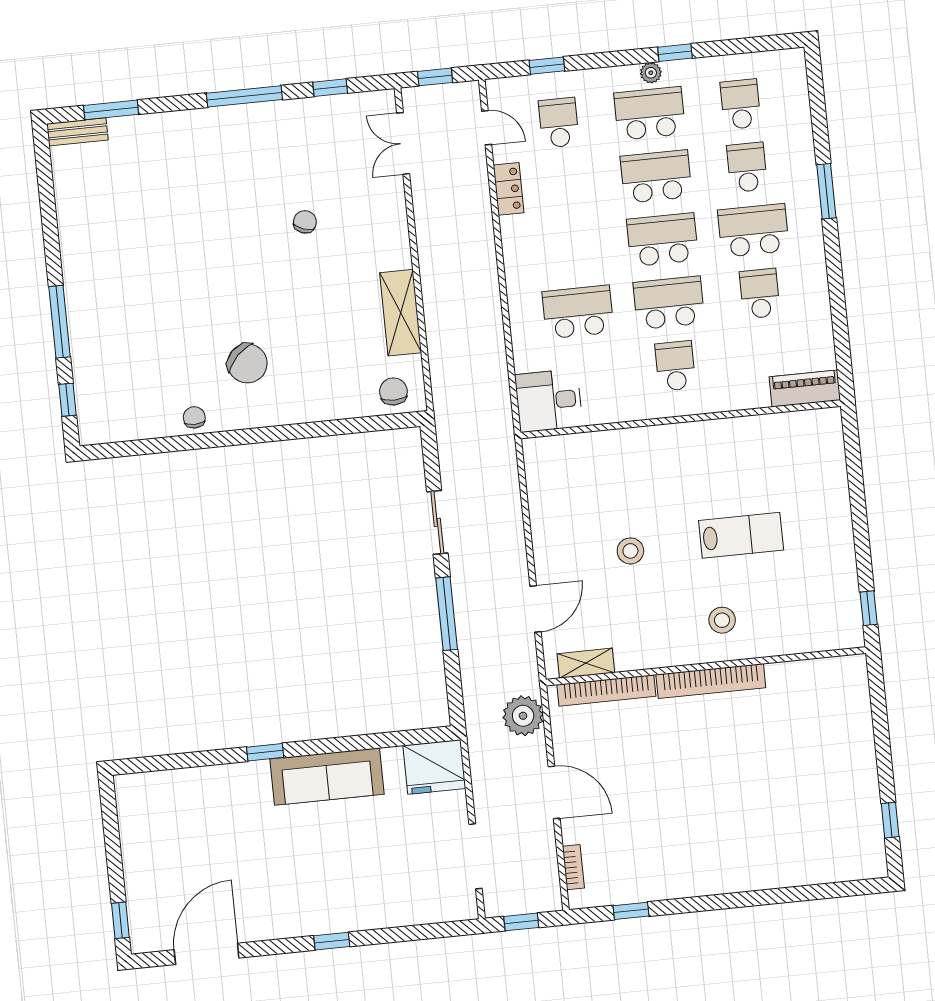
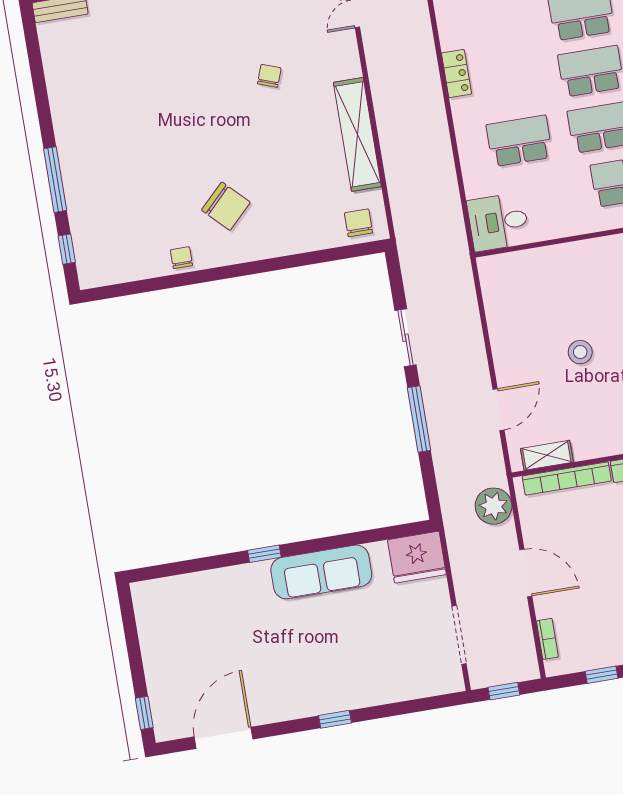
locker: (509, 189) -> (456, 74), moved
shelving: (401, 313) -> (357, 134), width x1.47

